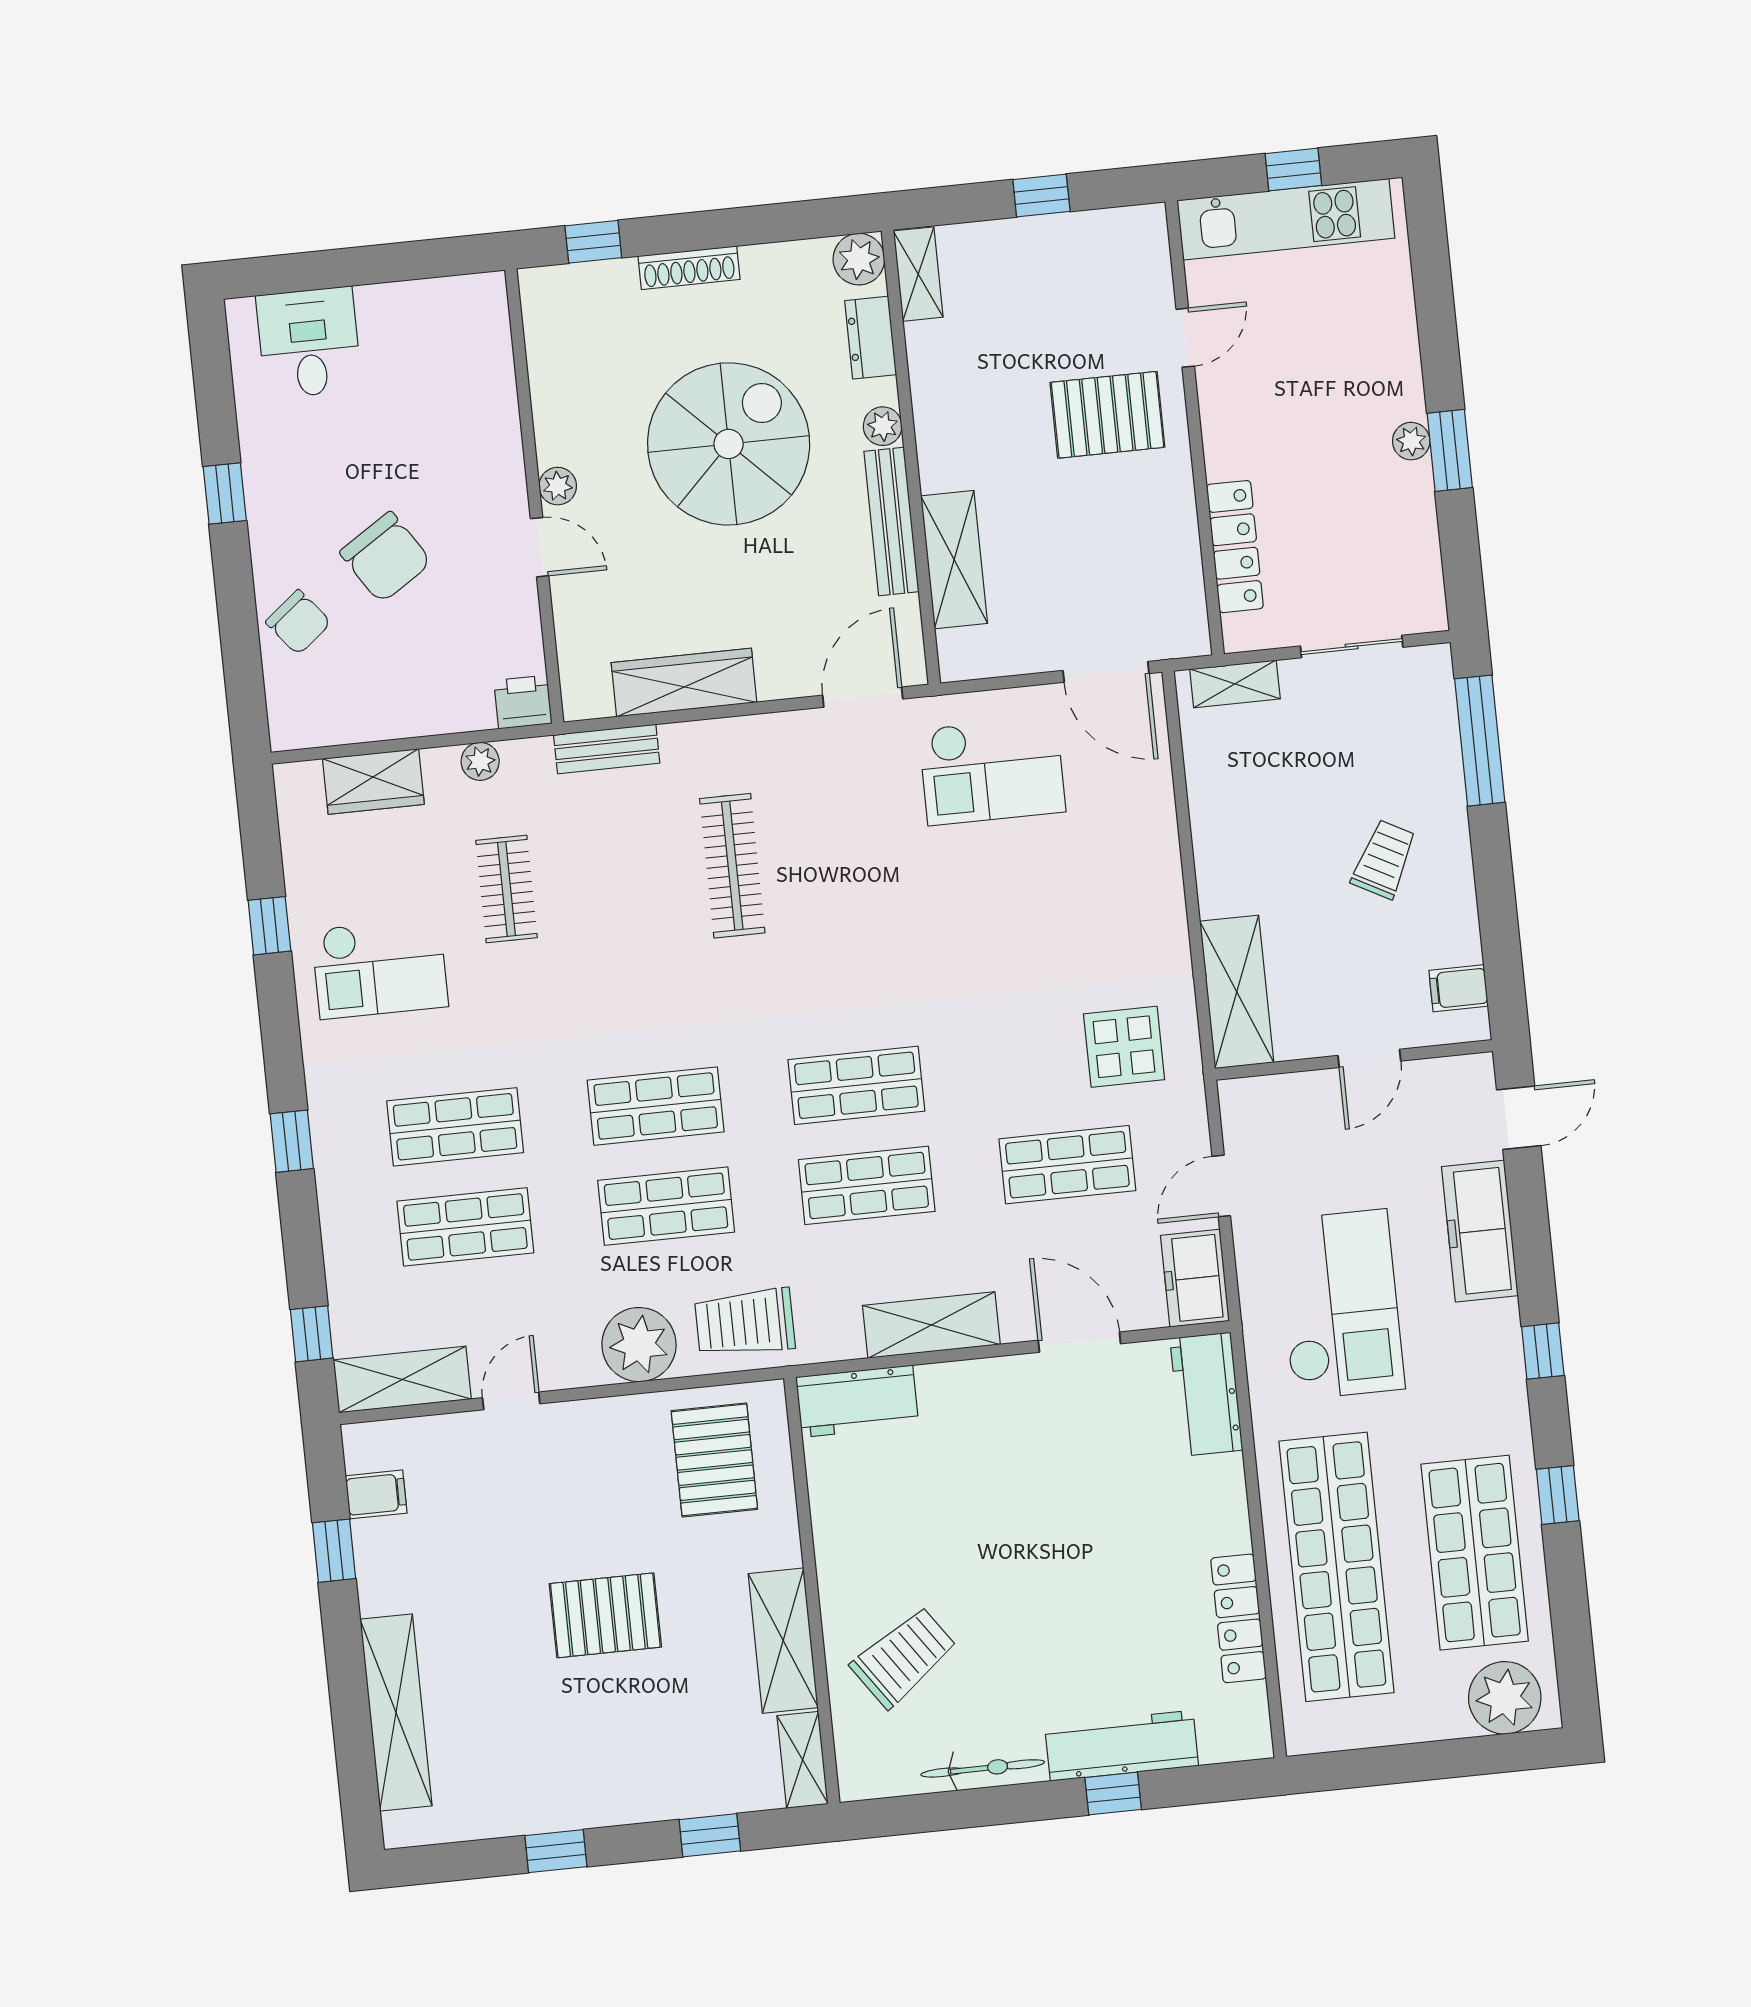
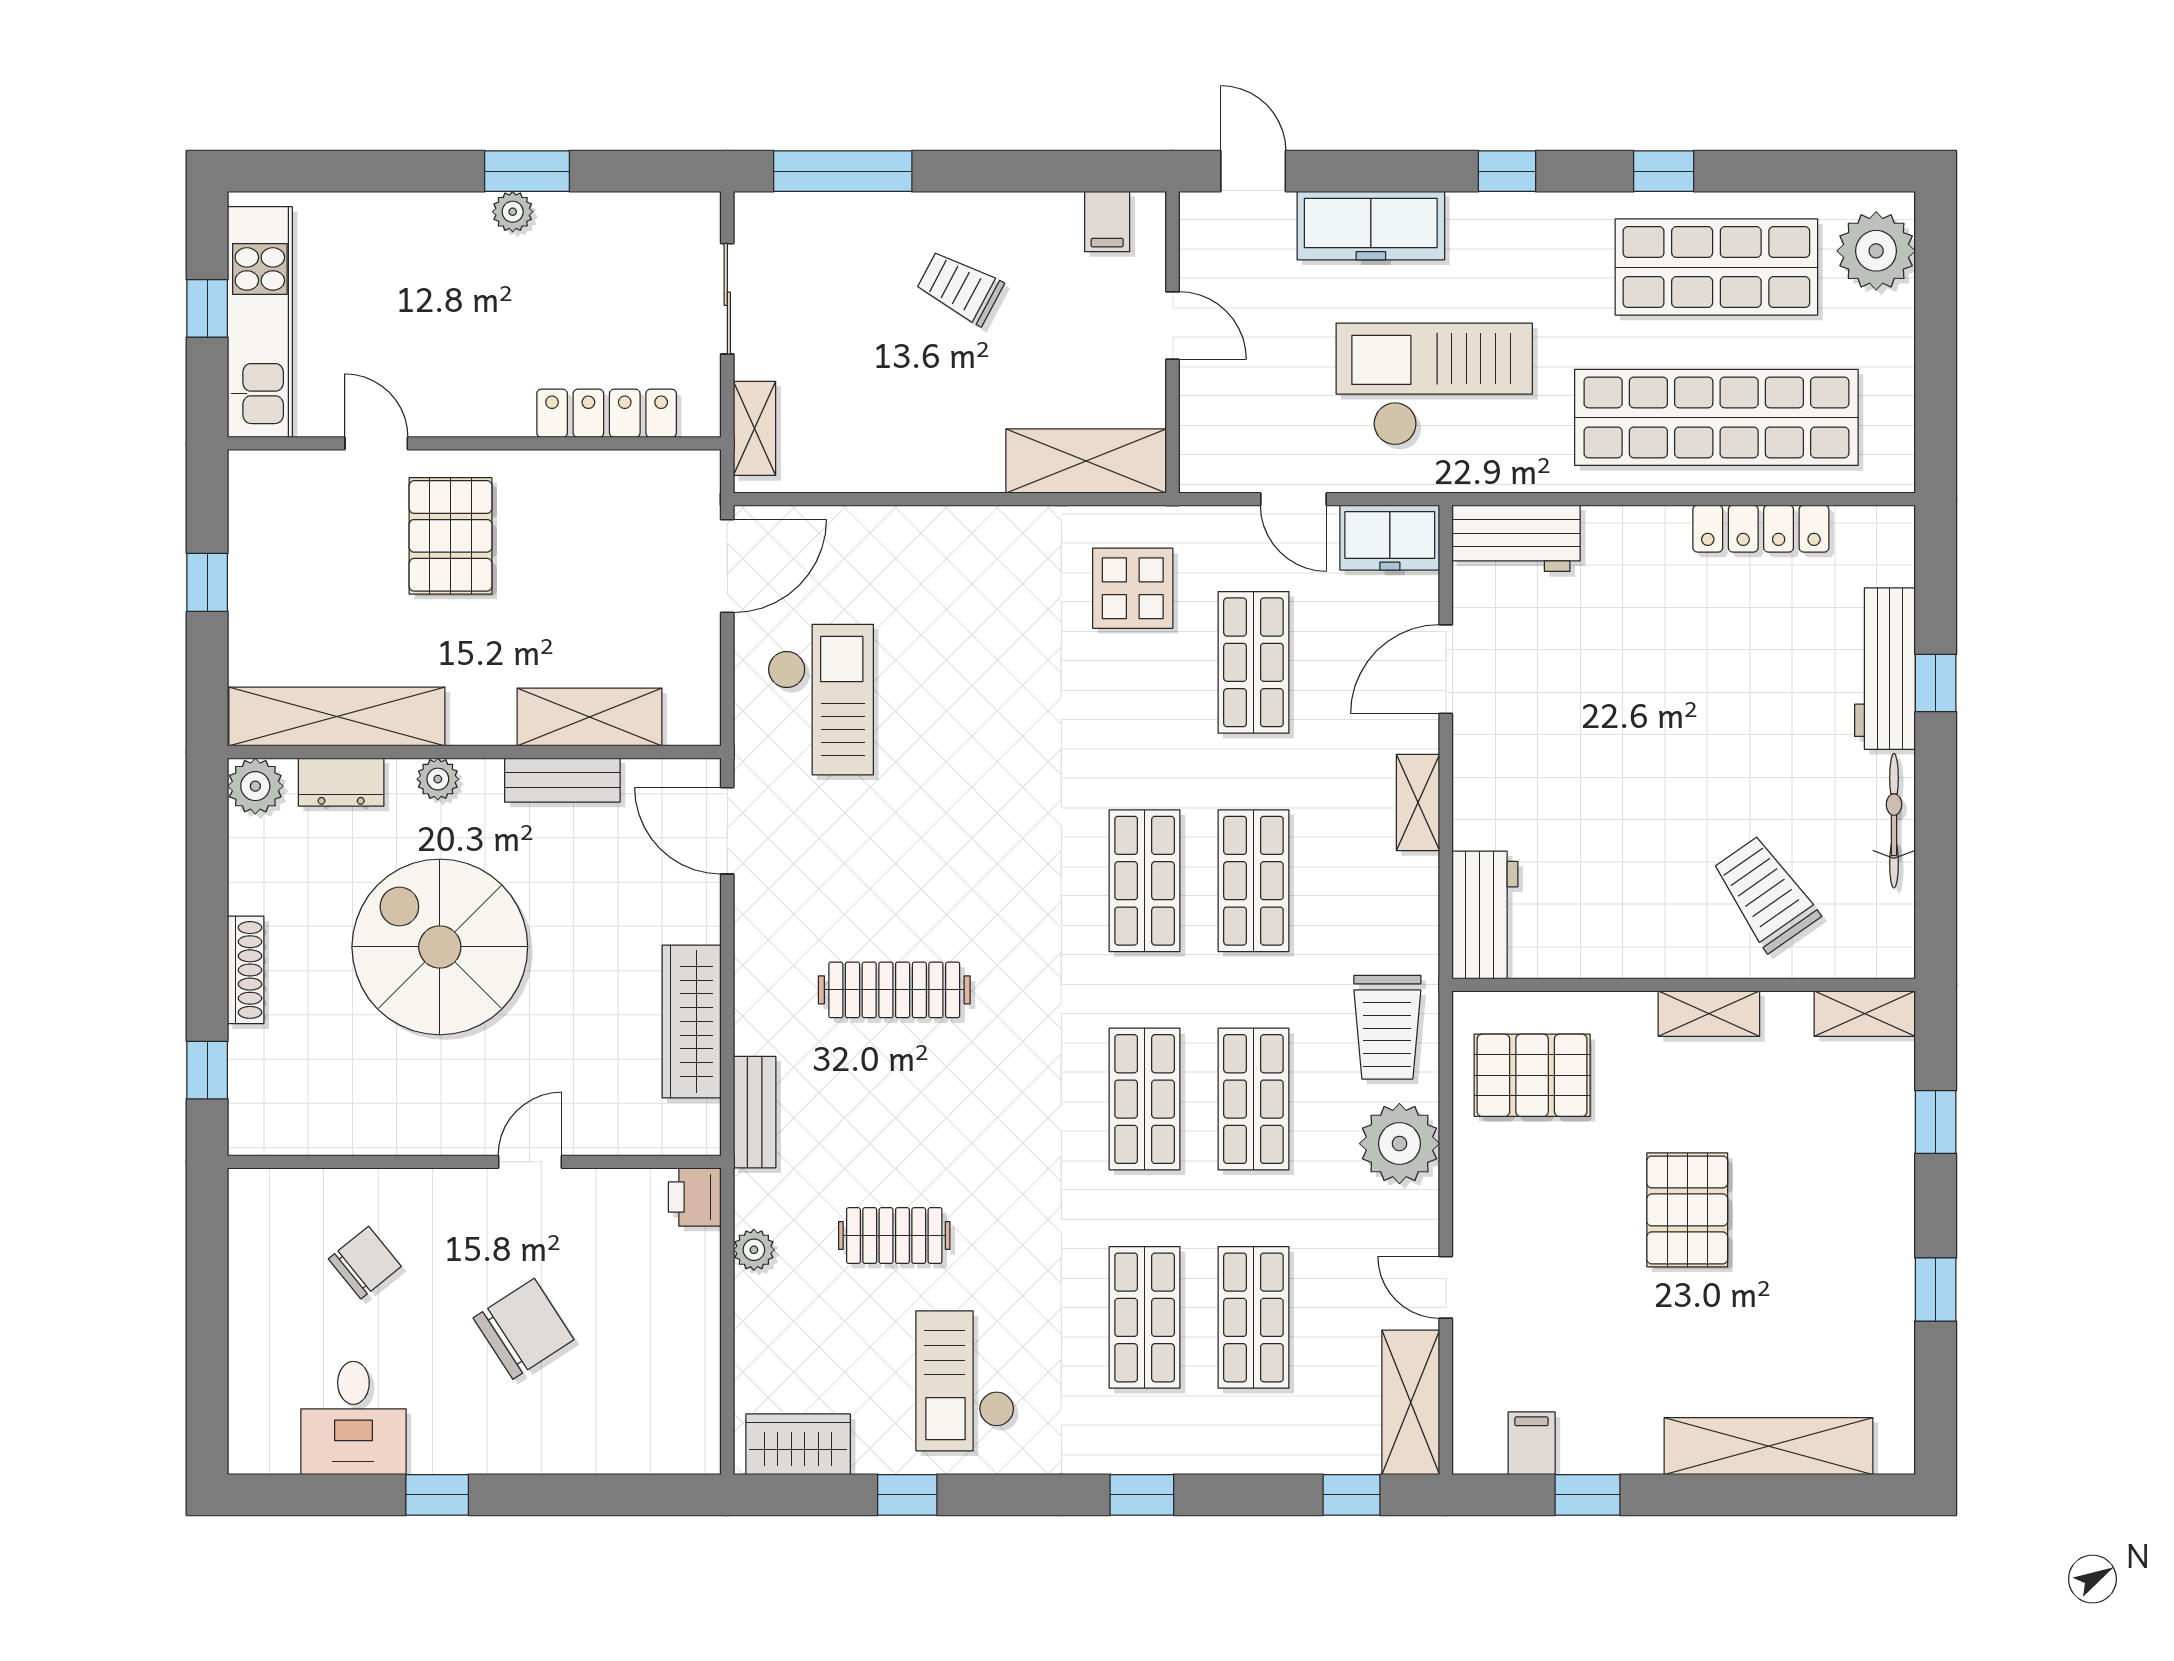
shelving: (918, 274) -> (337, 717), width x2.20, depth x1.33
desk: (309, 343) -> (353, 1418), moved, turned -90
plant: (558, 486) -> (466, 1136), removed
bench: (892, 522) -> (562, 780), width x0.73
chair: (298, 622) -> (365, 1263), moved
wardrobe: (373, 781) -> (798, 1444), moved, turned -90
checkout: (380, 968) -> (965, 1381), turned 180
shelving: (931, 1325) -> (1418, 803), width x0.67, depth x0.75
shelving: (783, 1641) -> (1709, 1014), width x0.67, depth x0.75

